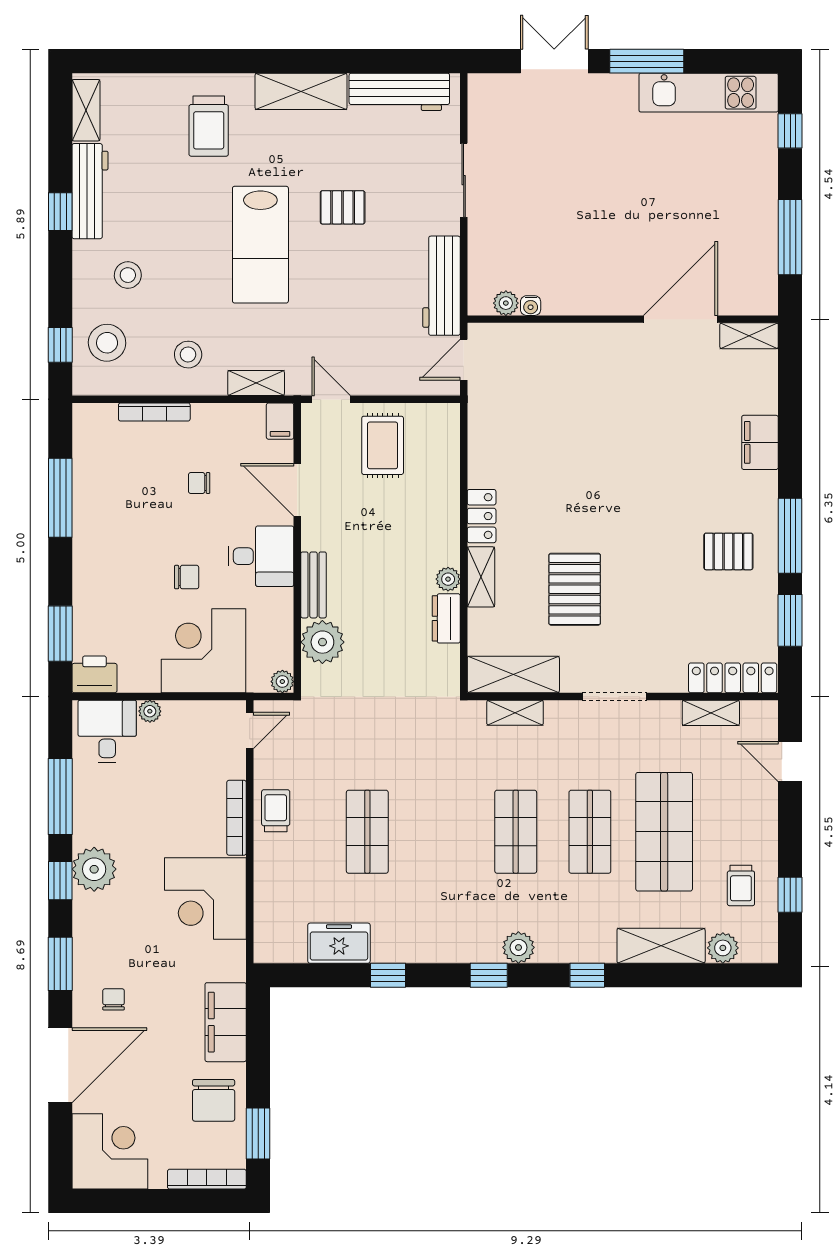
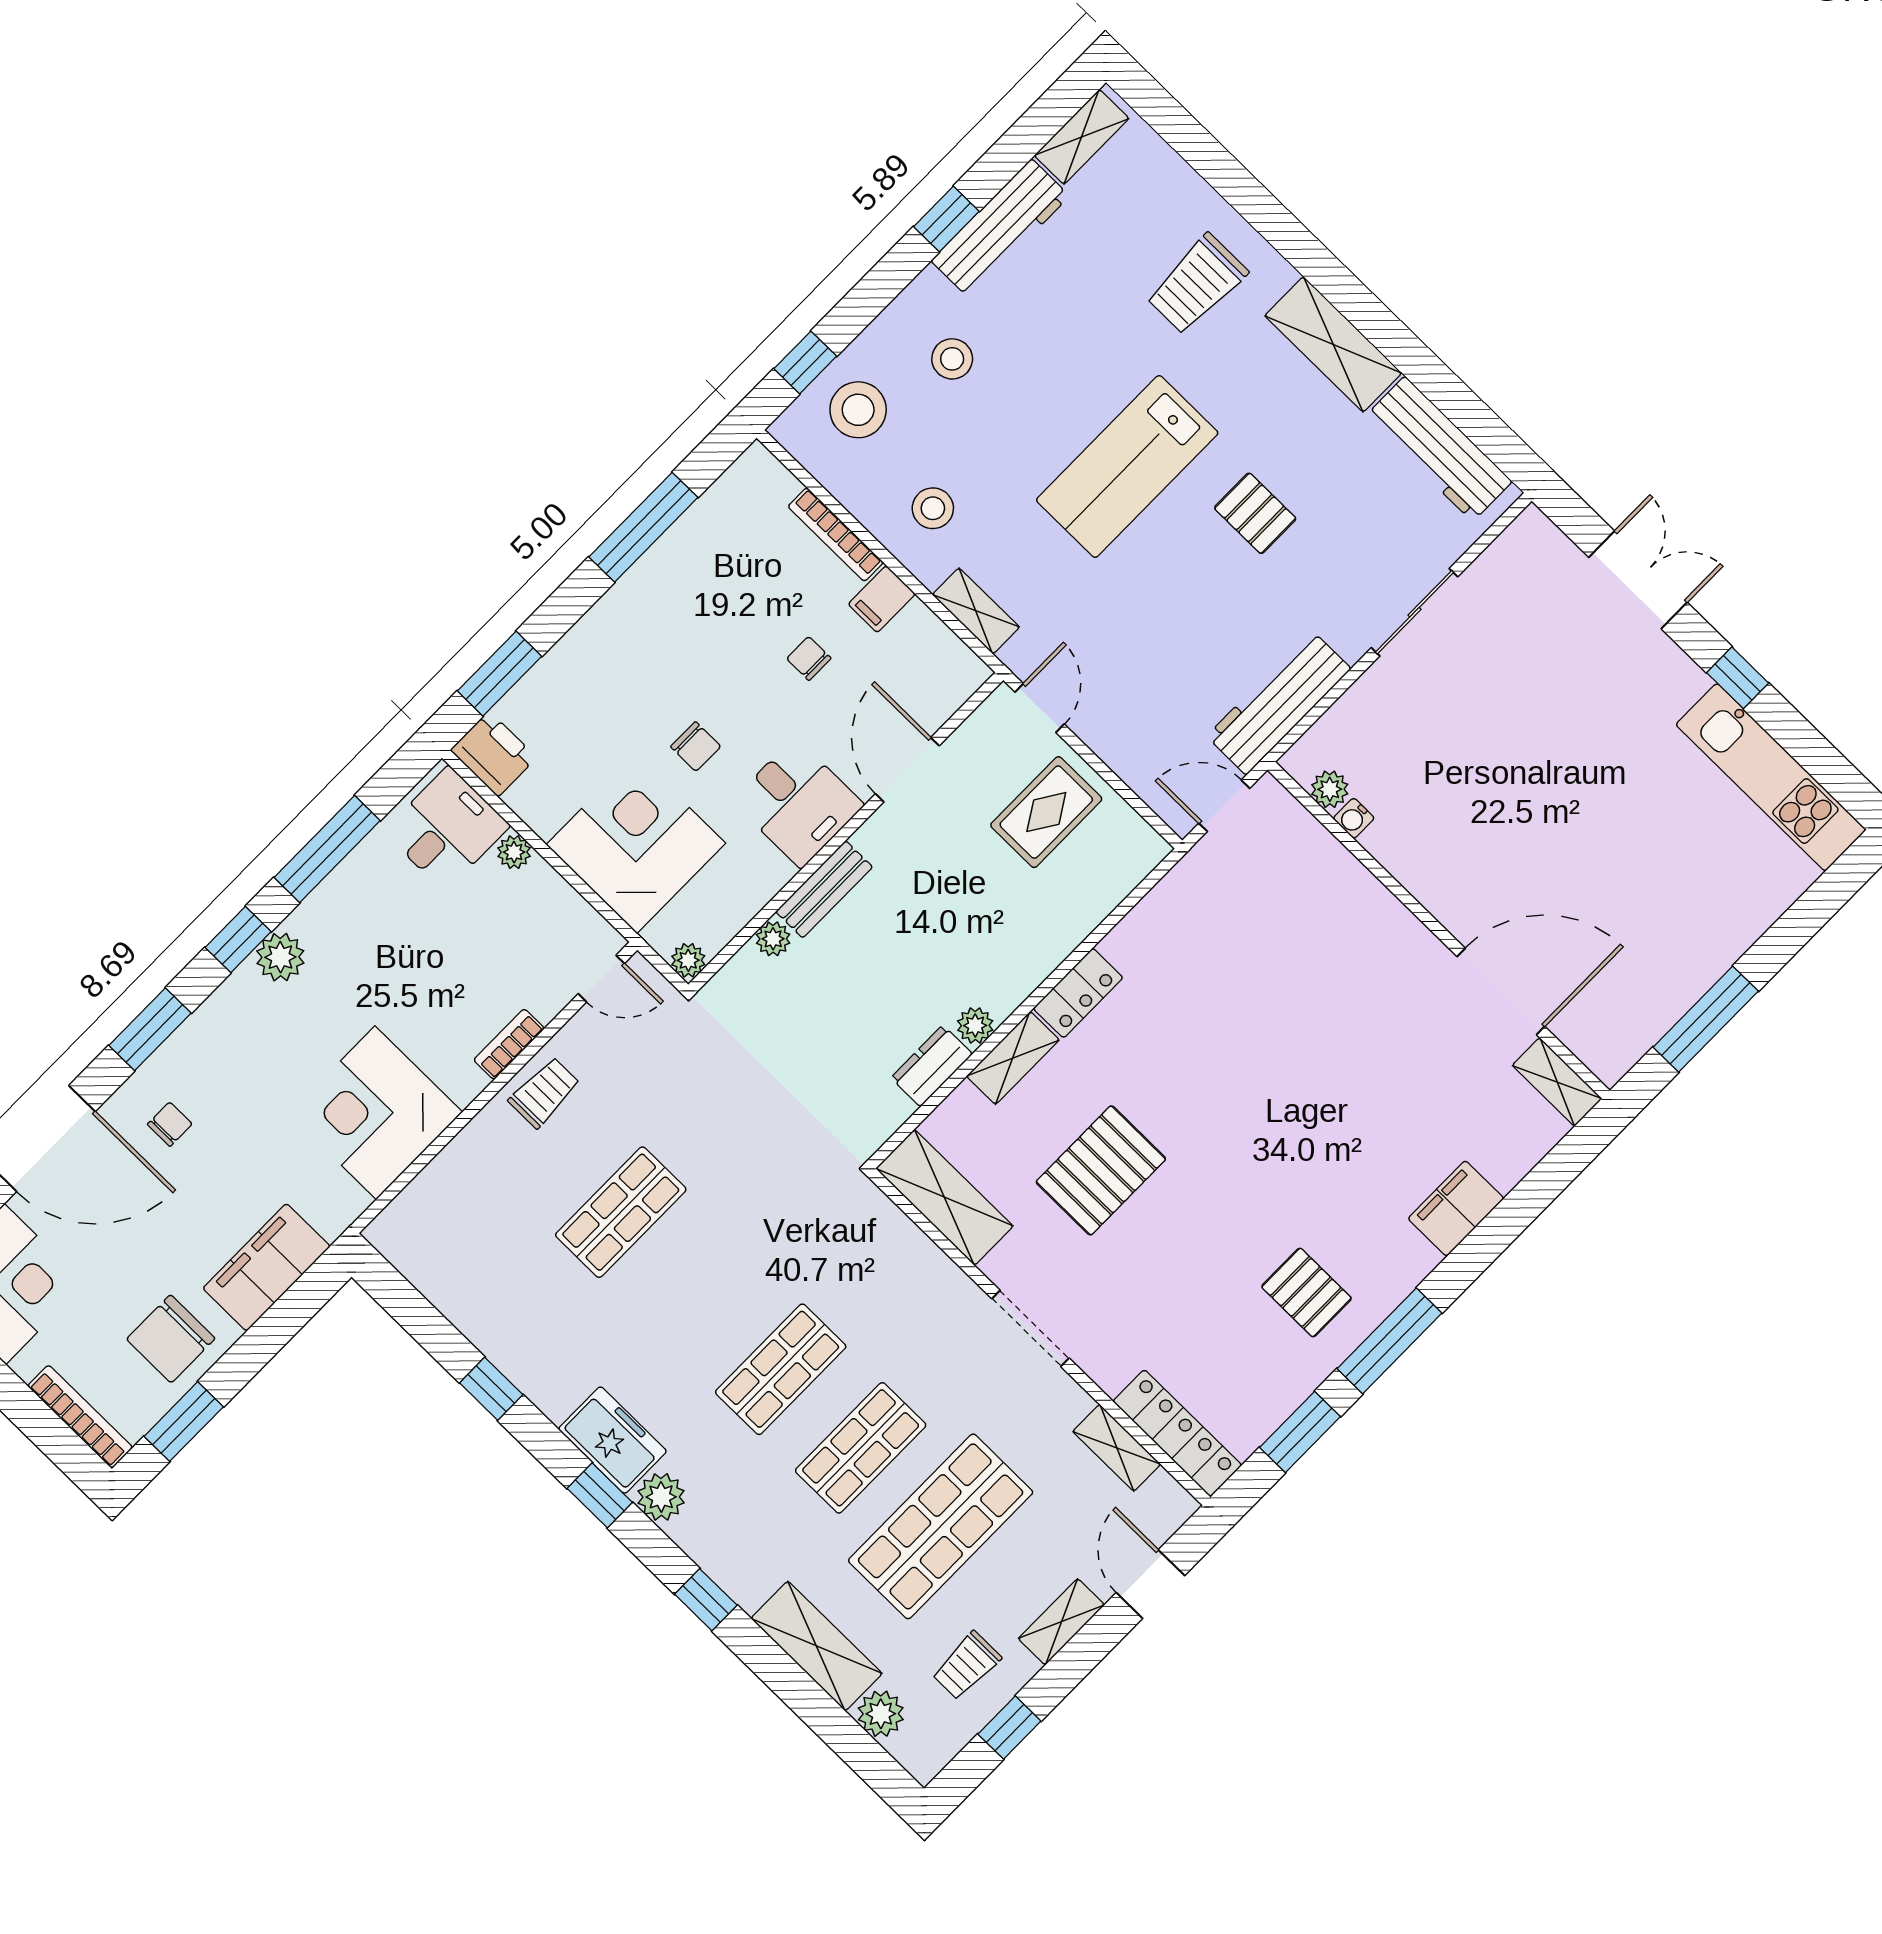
window: (647, 61) -> (1738, 678), width x0.46
window: (790, 131) -> (1818, 905), removed
filing cabinet: (280, 421) -> (882, 599), moved
plant: (322, 642) -> (773, 939), width x0.53, depth x0.53
shelving: (515, 713) -> (1061, 1622), moved, turned 90
bookcase: (237, 818) -> (509, 1044), width x0.64
plant: (94, 869) -> (280, 957), width x0.73, depth x0.73
freezer: (339, 943) -> (613, 1440), moved

